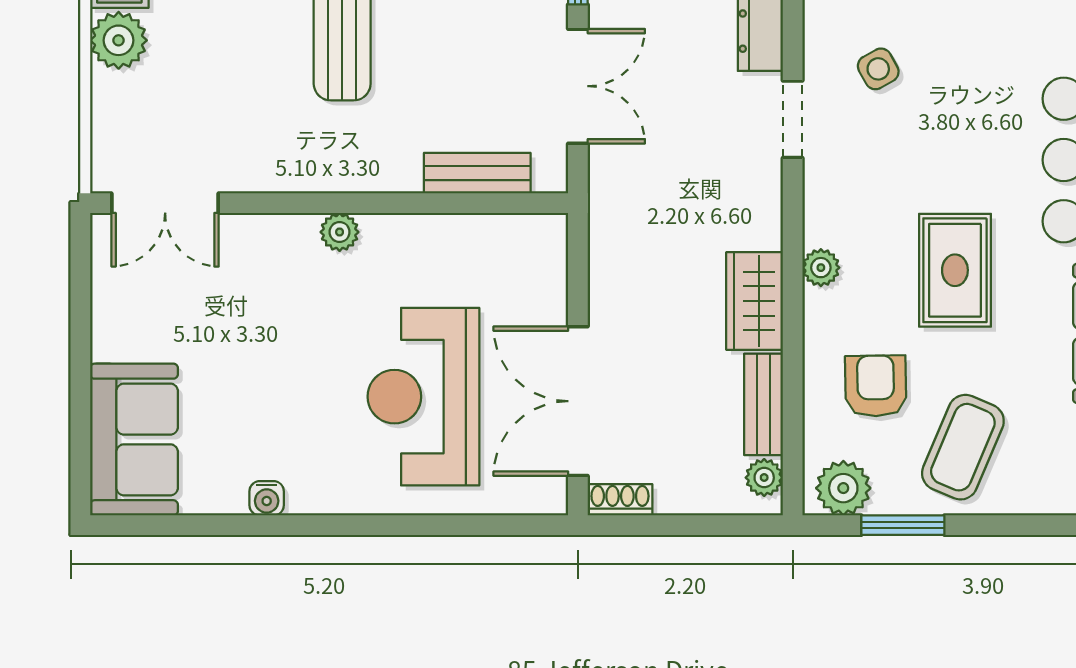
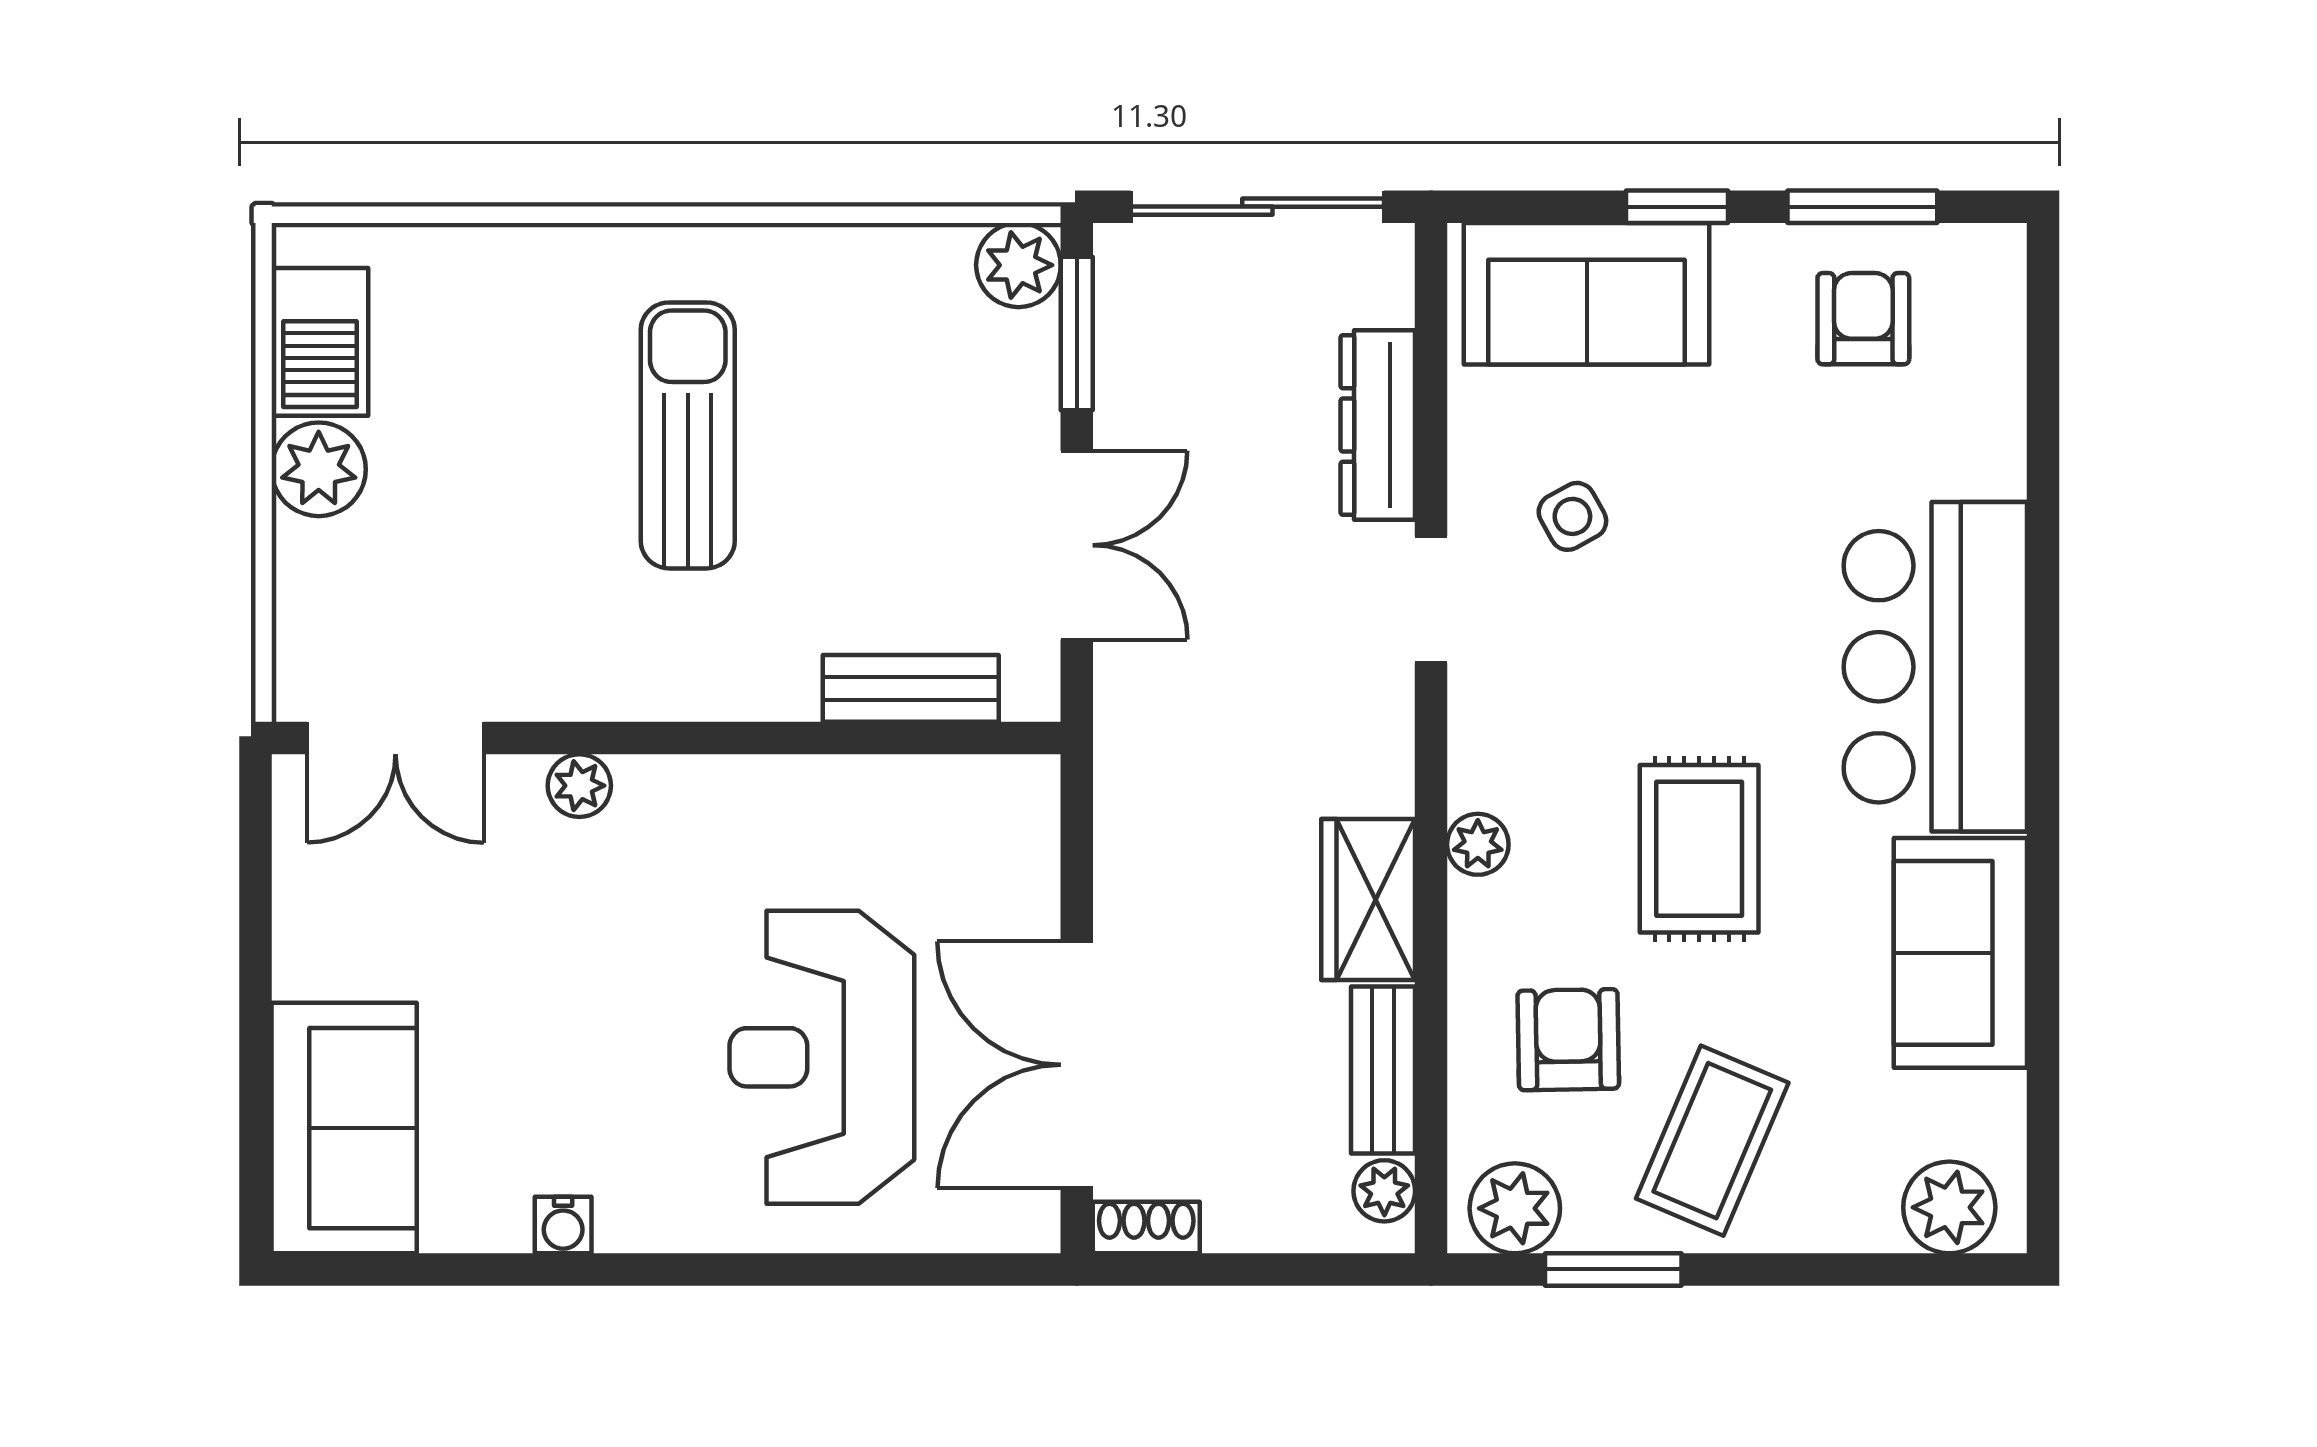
plant: (340, 232) -> (579, 786), moved

